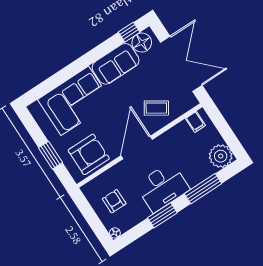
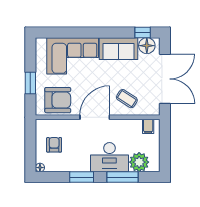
plant: (221, 156) -> (139, 162), moved
desk: (162, 187) -> (109, 157), moved

